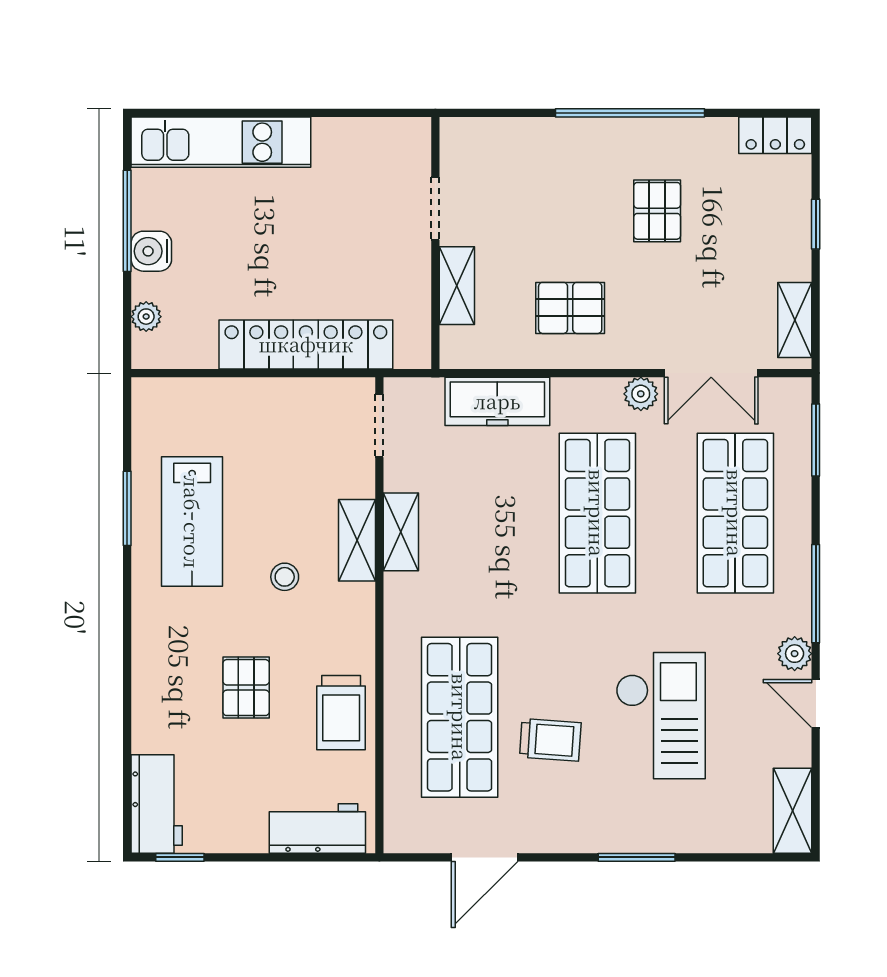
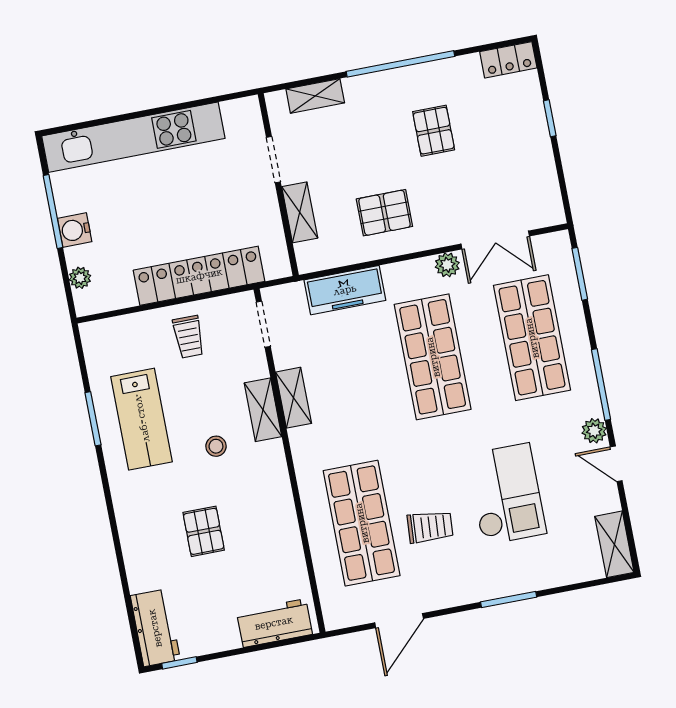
kitchen unit: (221, 142) -> (133, 137), width x1.36
shelving: (795, 320) -> (315, 96), moved, turned 90
trolley: (341, 713) -> (189, 337), moved, width x0.73, depth x0.72

